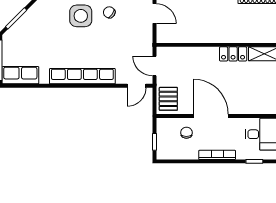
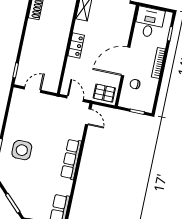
chair: (109, 12) -> (24, 126), removed
locker: (233, 54) -> (76, 46), moved
door: (155, 66) -> (75, 99), swing flipped
row of seats: (82, 76) -> (71, 159), width x0.73

